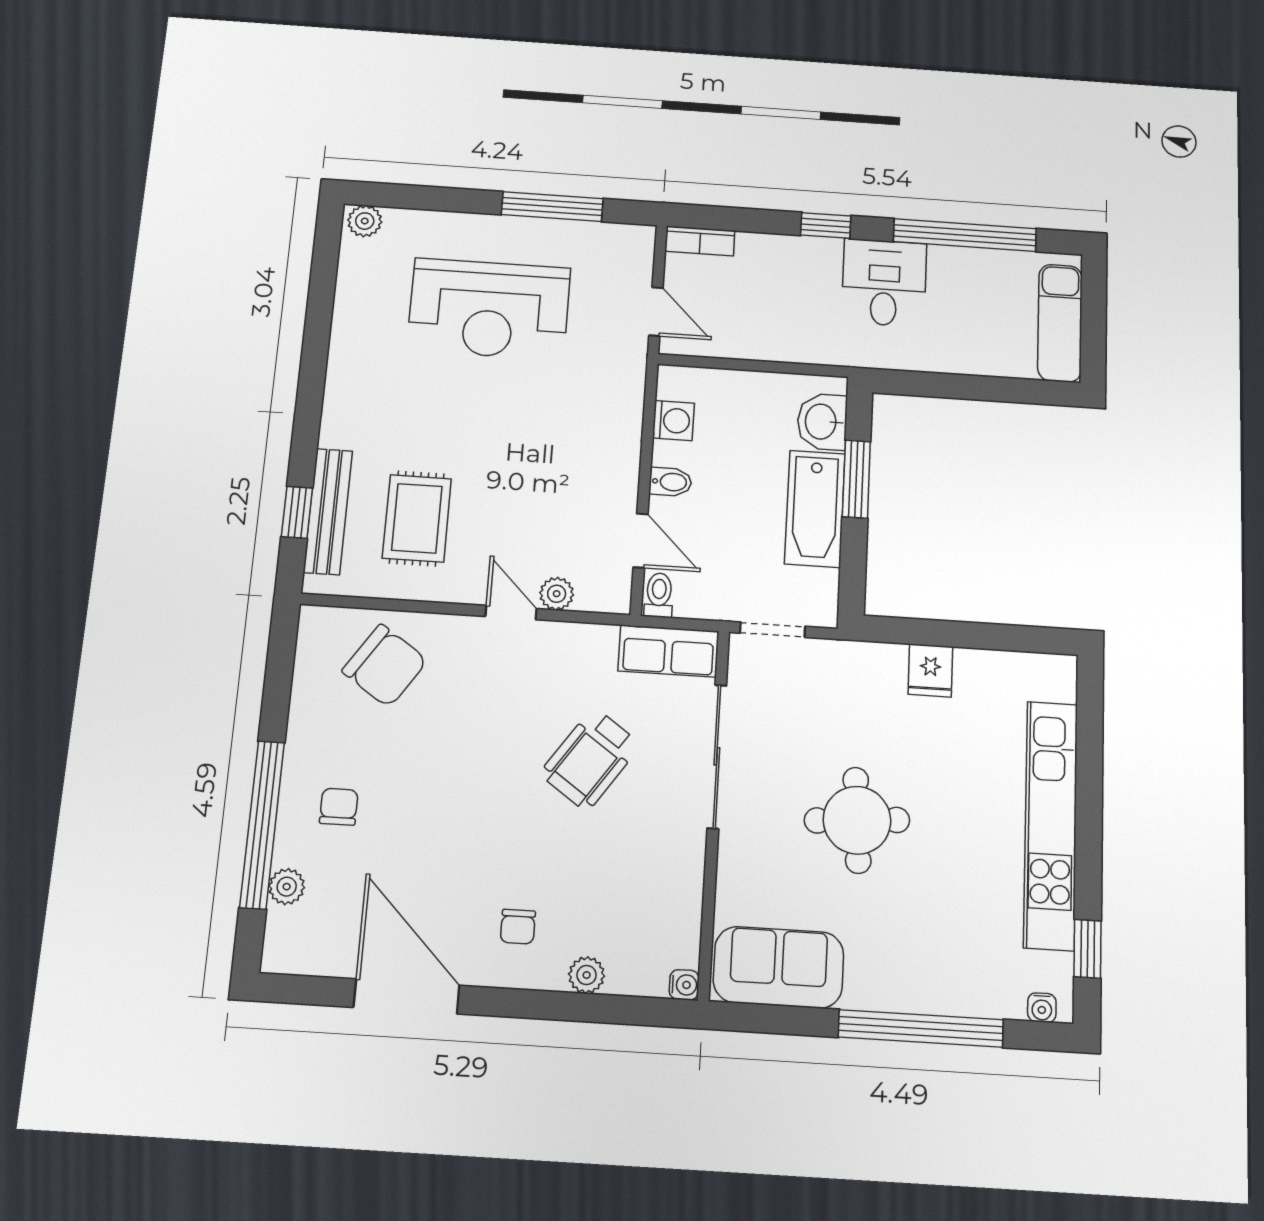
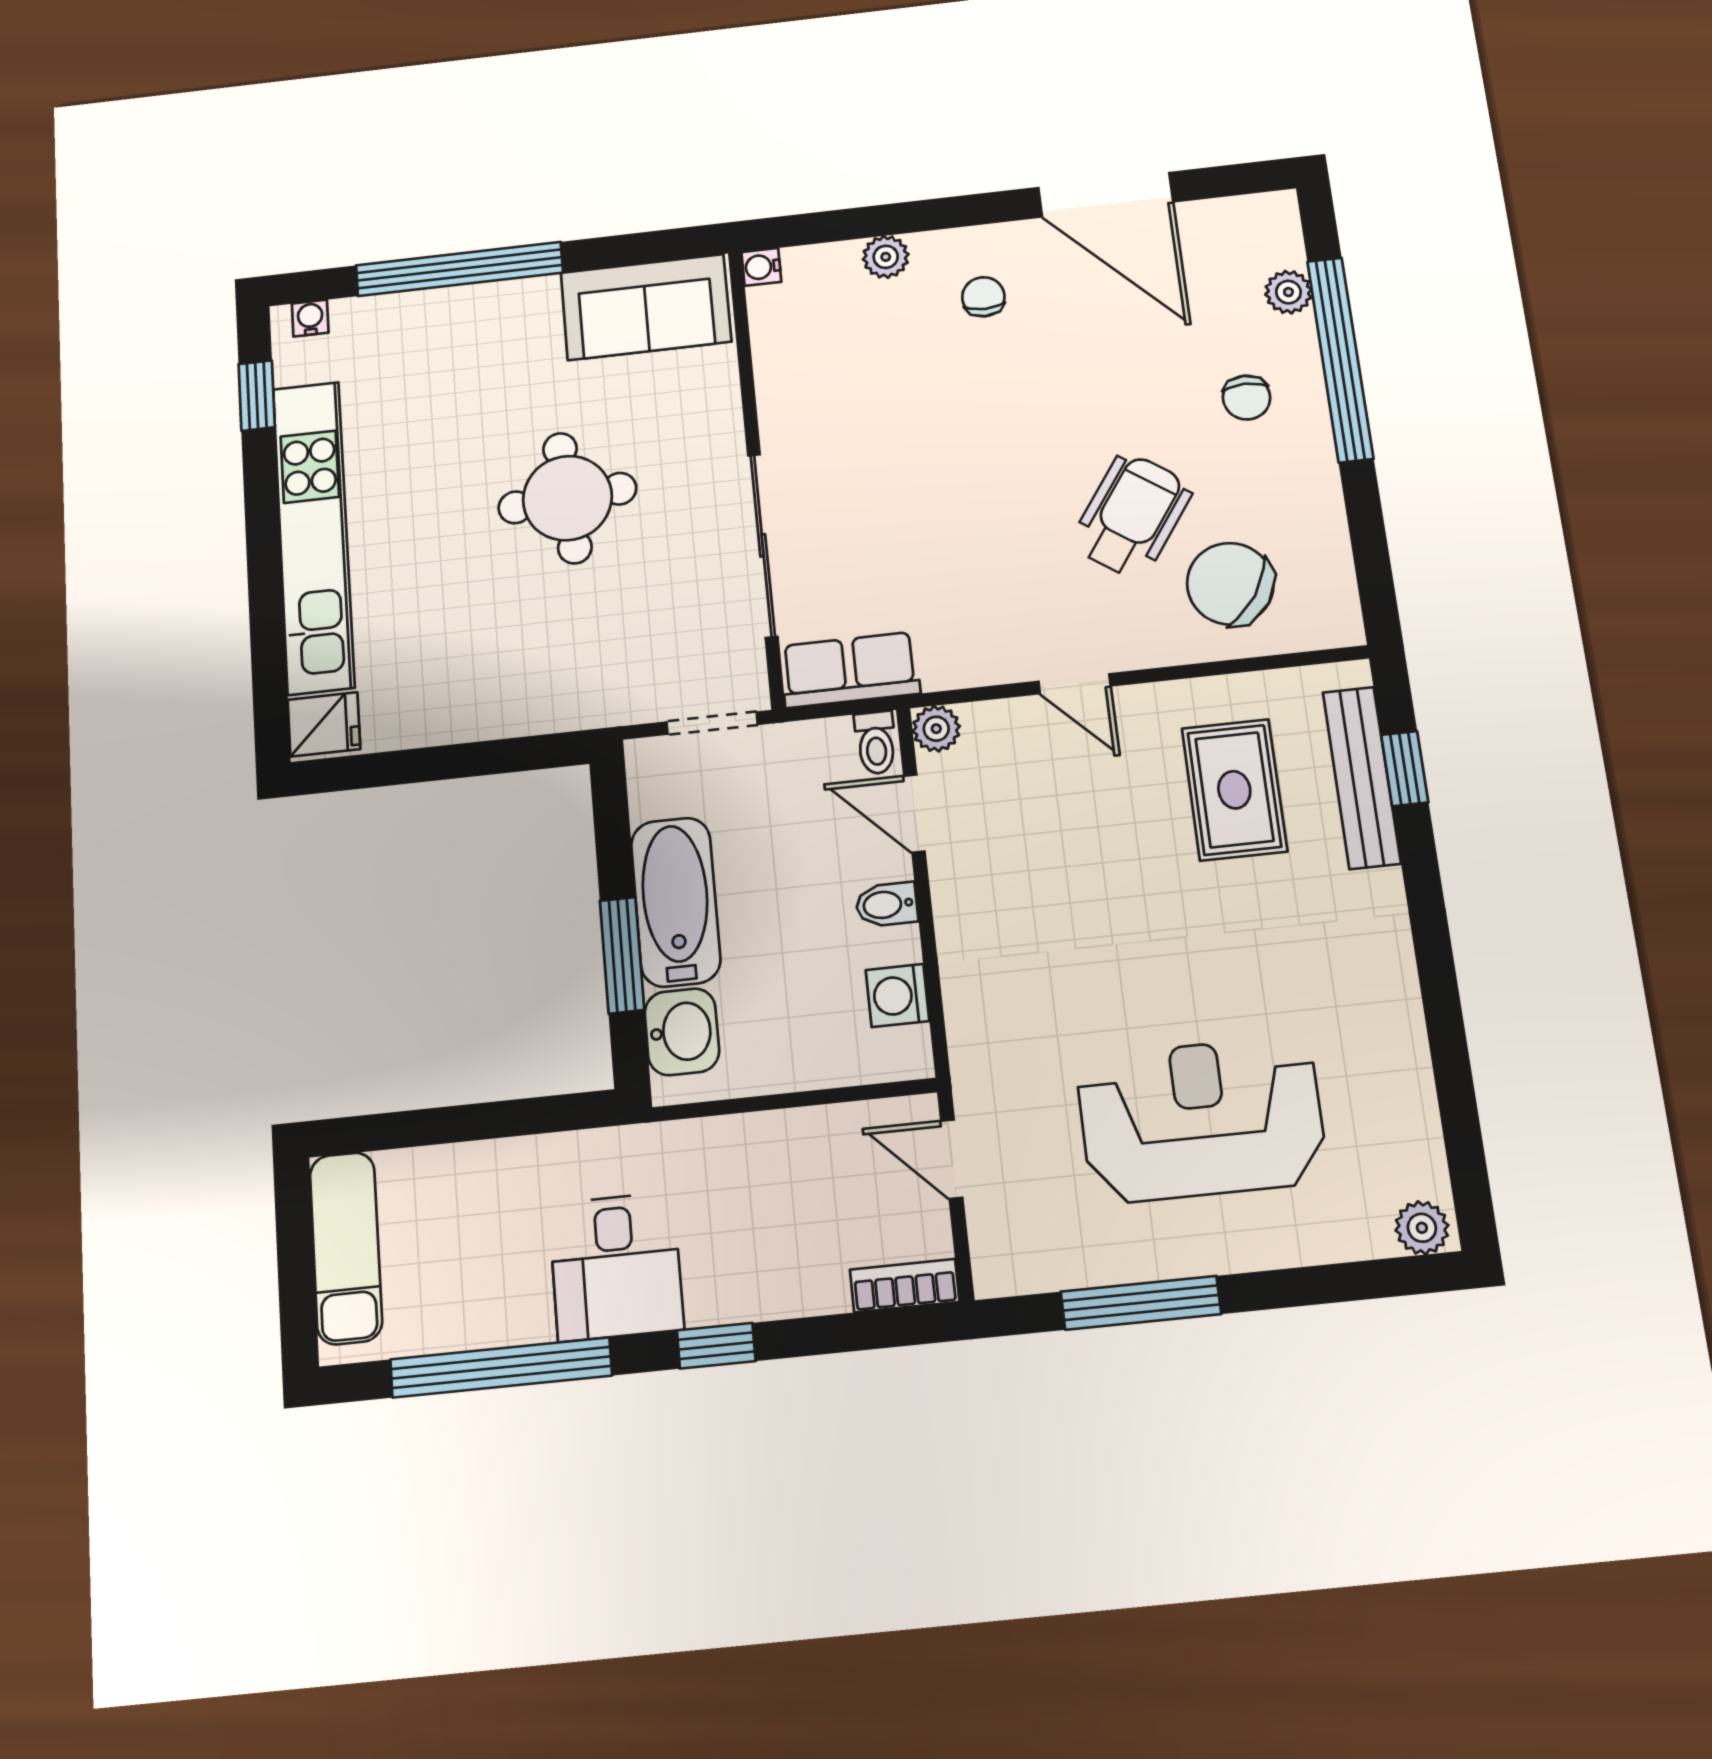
plant: (557, 594) -> (936, 729), moved
fridge: (930, 670) -> (324, 724), moved, turned 90
wheelchair: (590, 759) -> (1132, 516), moved

